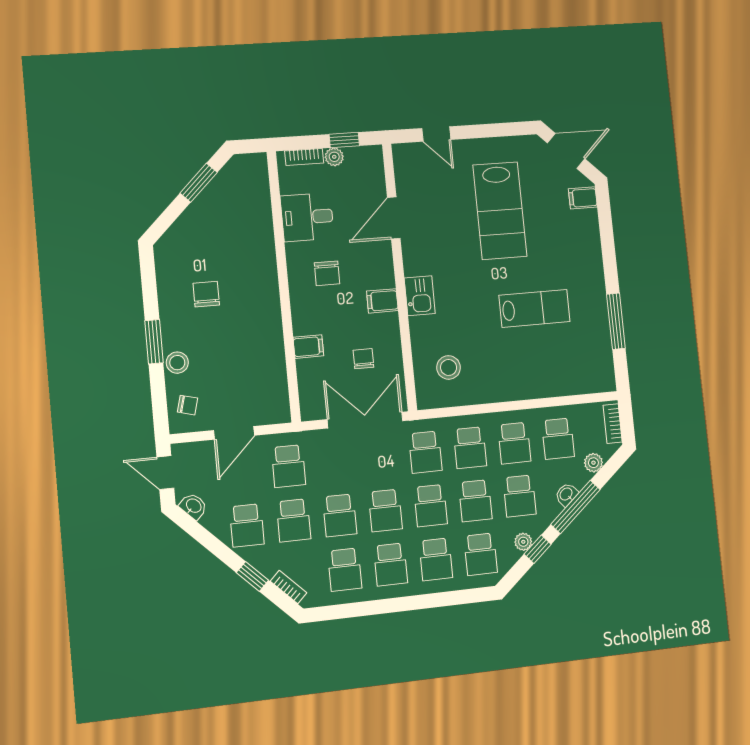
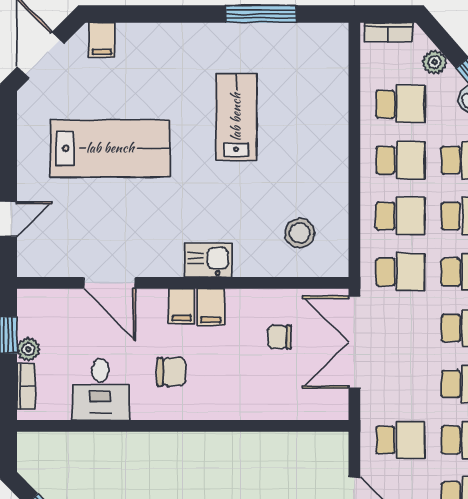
filing cabinet: (308, 347) -> (182, 306), moved, turned 180

